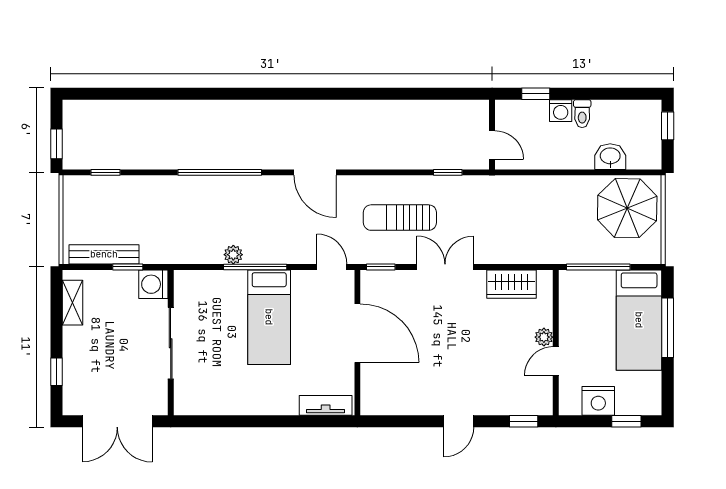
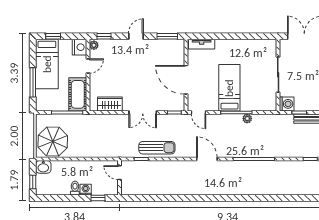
washbasin: (610, 157) -> (43, 167), moved
sun lounger: (400, 218) -> (157, 148), moved
cot: (577, 303) -> (78, 94), added
bed: (639, 320) -> (47, 64), moved, turned 180
plant: (544, 337) -> (94, 45), moved
nightstand: (598, 401) -> (79, 47), moved, turned 90
window: (395, 421) -> (167, 36), added

